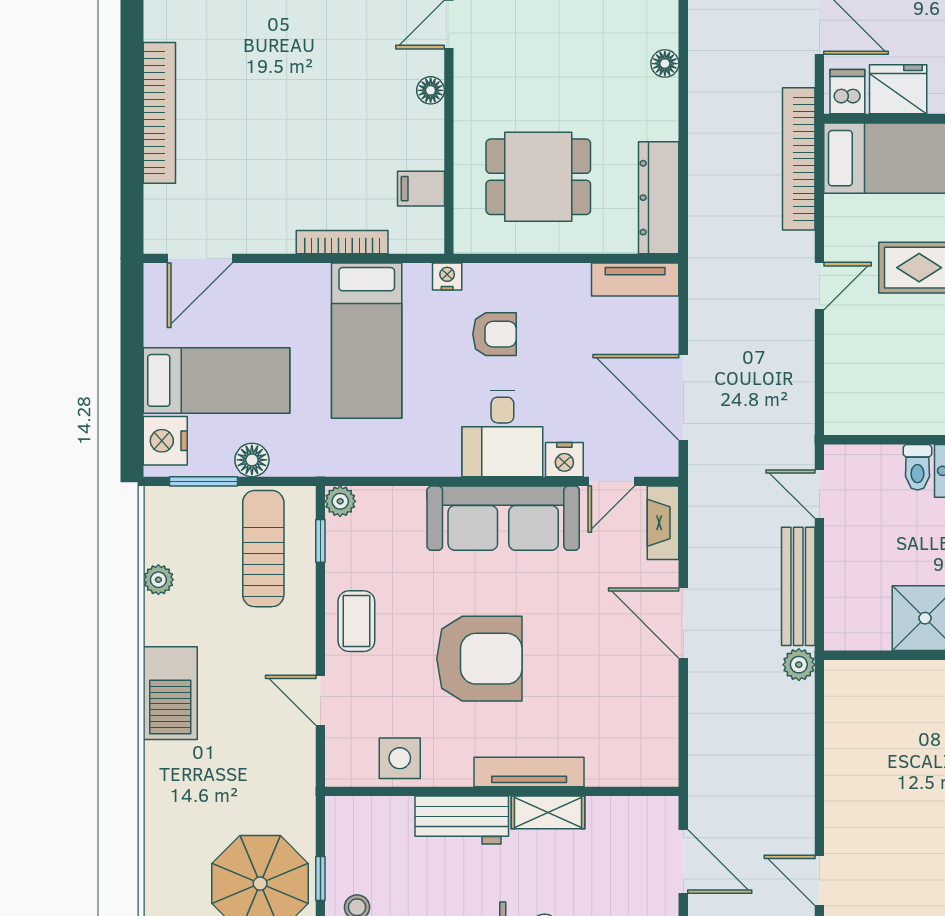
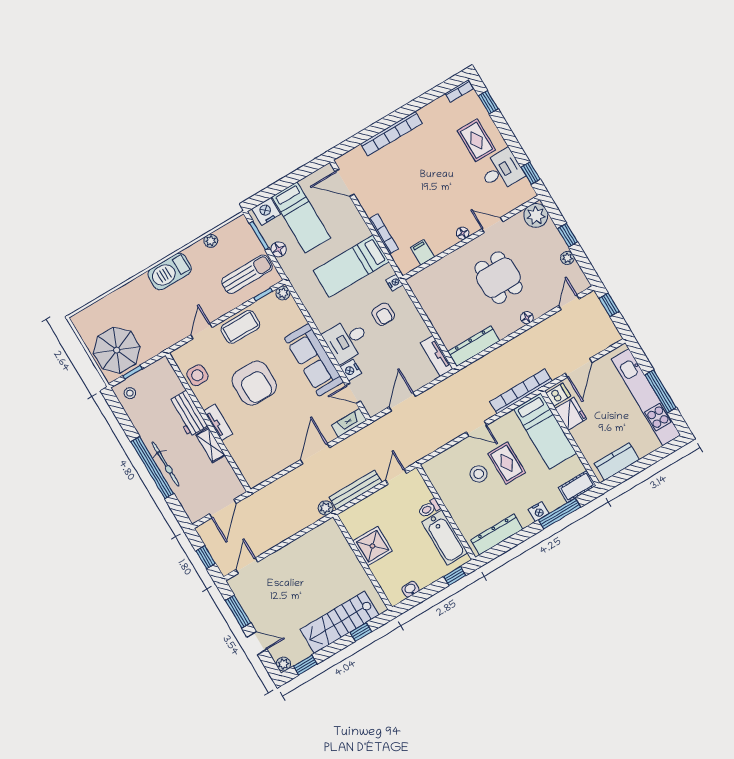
dining table: (538, 177) -> (498, 278), moved
stool: (908, 334) -> (479, 474), added
door: (683, 397) -> (402, 402), width x0.73
coffee table: (356, 621) -> (240, 327), width x1.36, depth x1.30
tv unit: (529, 772) -> (218, 422), width x0.71

